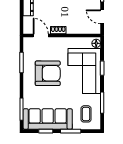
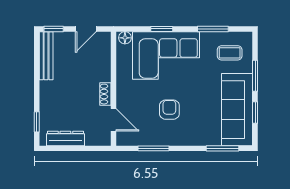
door: (41, 36) -> (113, 120), swing flipped
armchair: (48, 73) -> (169, 110), width x0.53, depth x0.53

